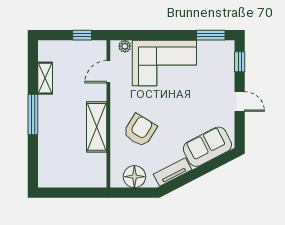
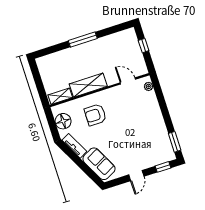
window: (82, 35) -> (144, 46), moved
corner sofa: (164, 63) -> (146, 117), removed
shelving: (45, 78) -> (60, 96), moved
armchair: (140, 130) -> (95, 115), turned 148

